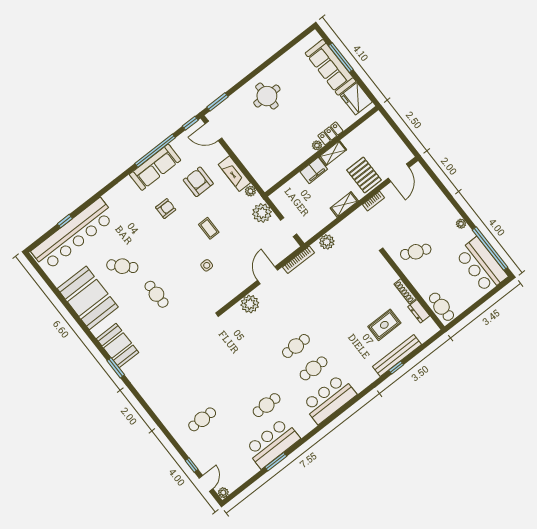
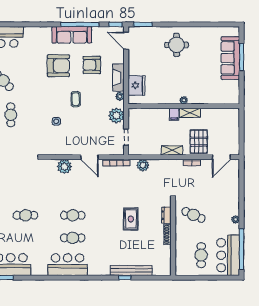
fridge: (356, 99) -> (137, 85), moved, turned 180
locker: (330, 133) -> (198, 99), removed
filing cabinet: (314, 171) -> (174, 114), width x0.50
armchair: (198, 182) -> (92, 65), turned -90
armchair: (166, 209) -> (58, 66), width x1.88, depth x1.88
door: (268, 275) -> (89, 157), swing flipped
cafe table: (441, 307) -> (201, 255), moved
dresser: (419, 311) -> (166, 215), moved
rug: (384, 325) -> (131, 219), moved, turned 90
cafe table: (267, 405) -> (26, 215), moved

